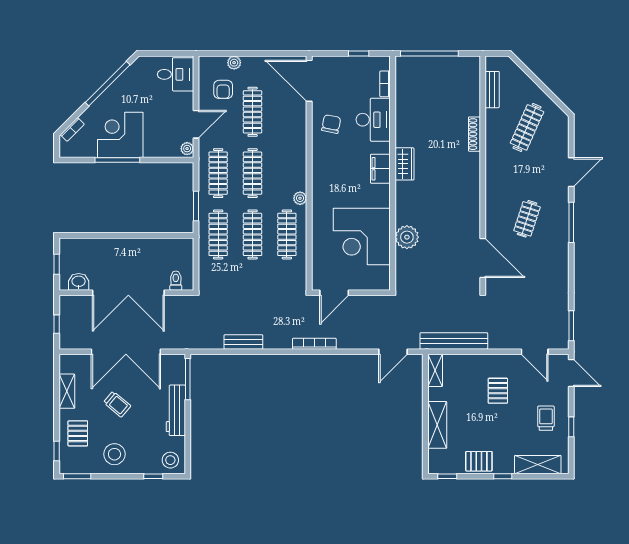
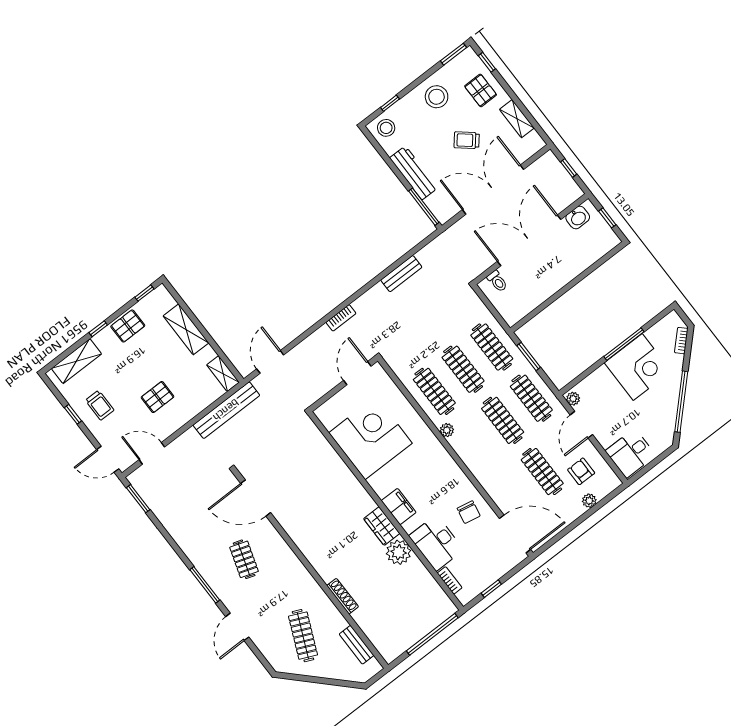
plant: (407, 237) -> (399, 552), moved
bookcase: (314, 344) -> (341, 318), width x0.64
pallet: (498, 391) -> (158, 397), turned 90

